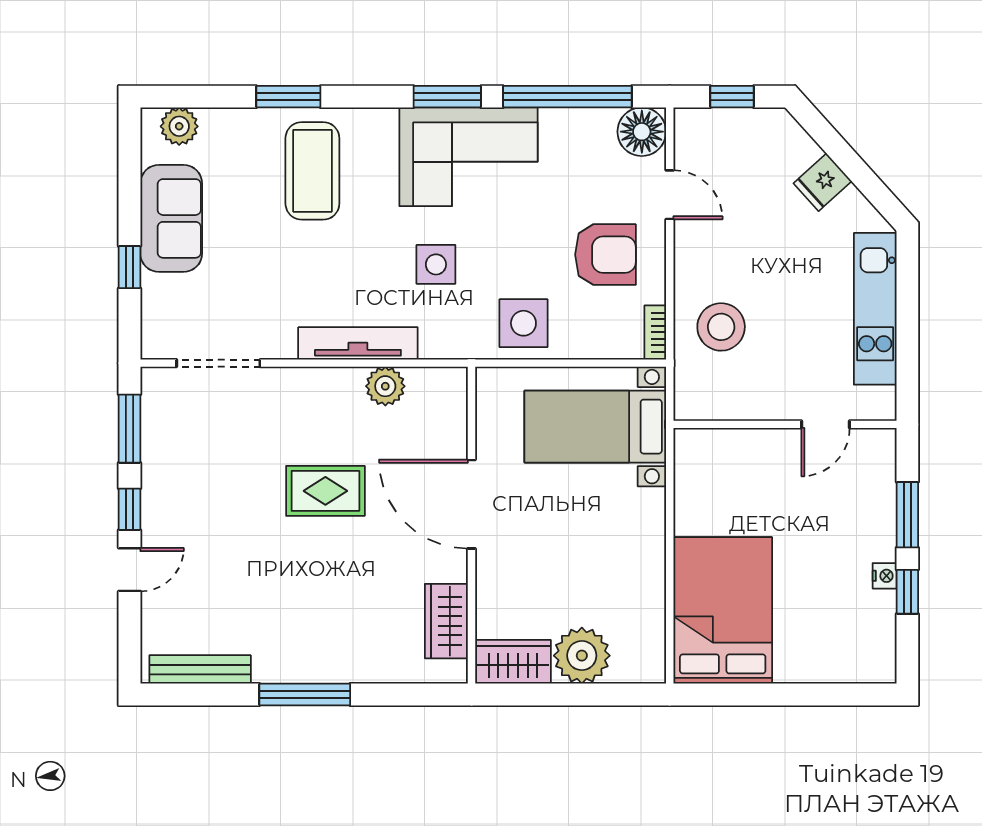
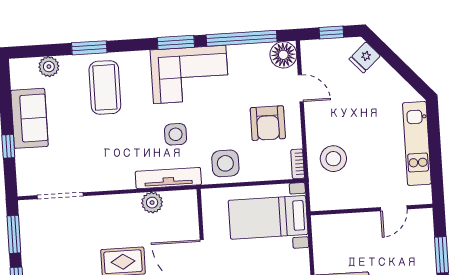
plant: (179, 126) -> (49, 67), moved
fridge: (823, 182) -> (365, 57), moved
armchair: (605, 255) -> (268, 123), turned 90
tv unit: (358, 343) -> (168, 178), moved

